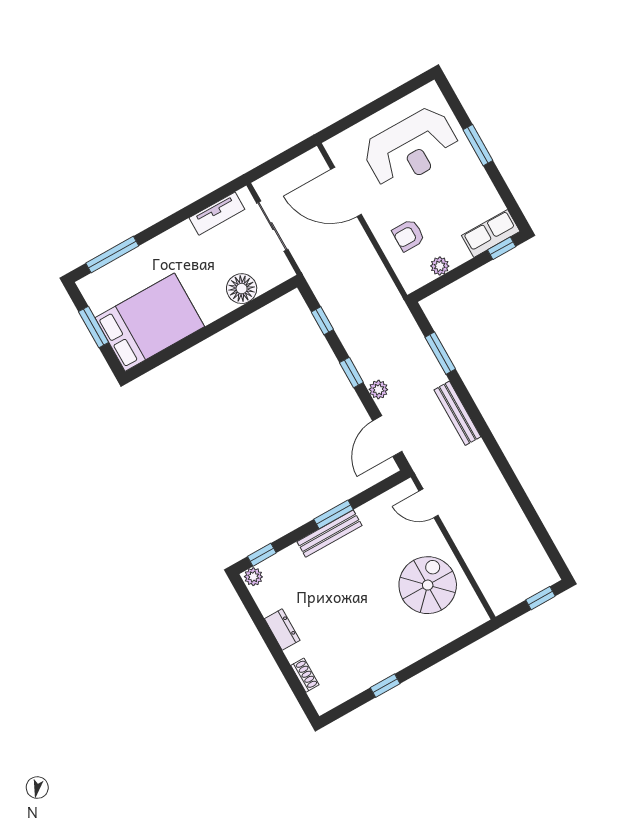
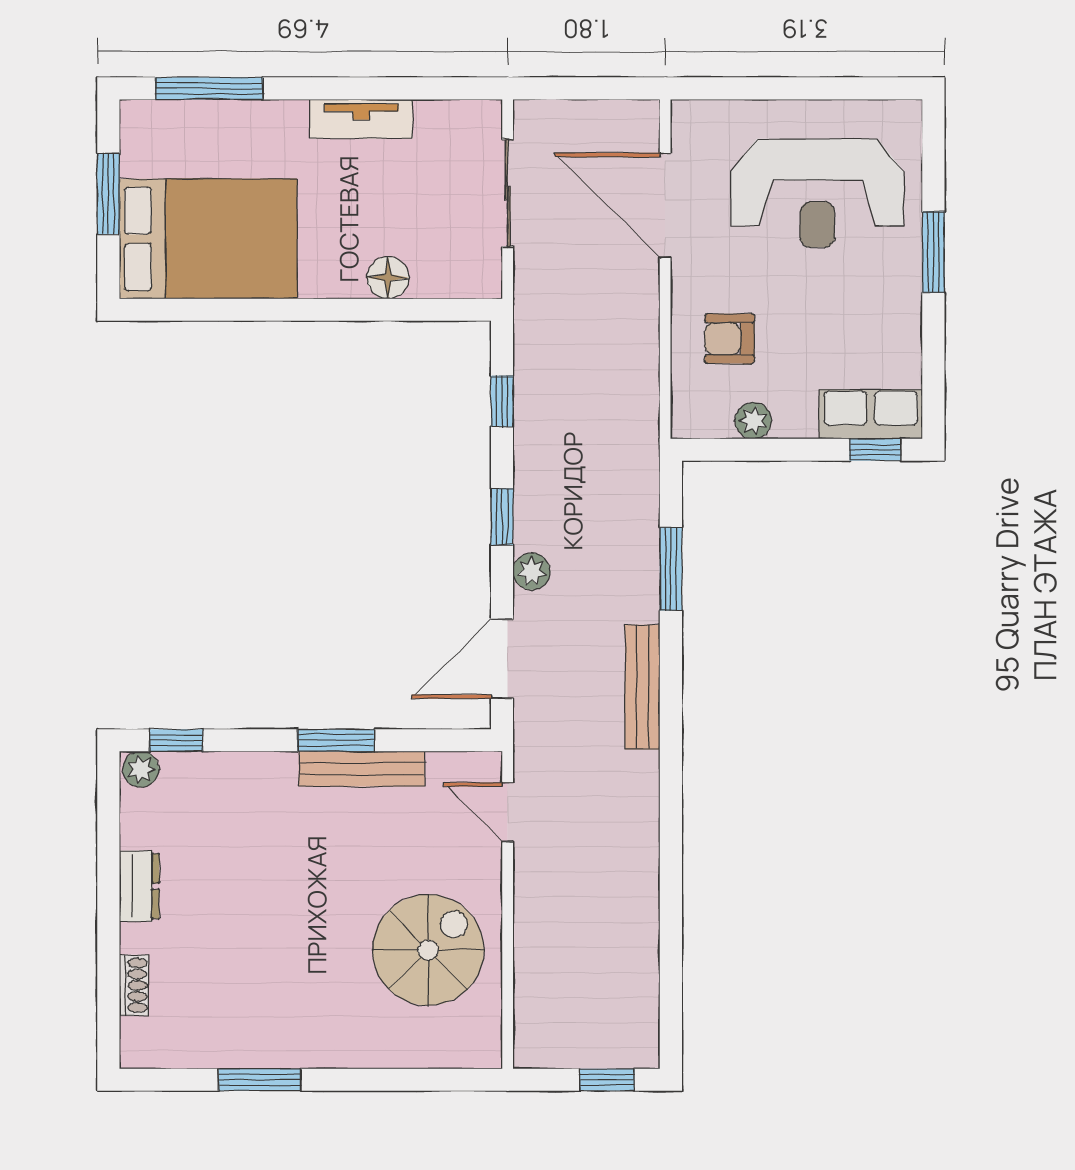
tv unit: (217, 214) -> (361, 119), moved
floor lamp: (242, 289) -> (388, 278), width x0.73, depth x0.73
bench: (329, 534) -> (362, 769), moved
window: (385, 686) -> (260, 1080), width x1.50

